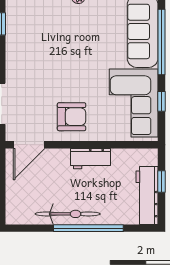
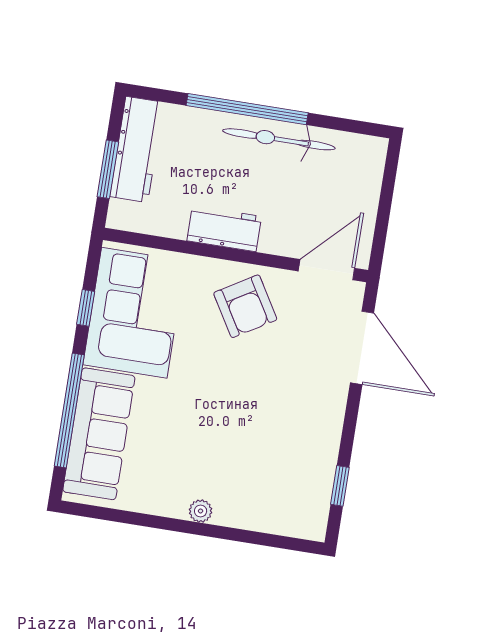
armchair: (72, 117) -> (245, 306), turned -121
window: (161, 182) -> (108, 169), width x1.50

